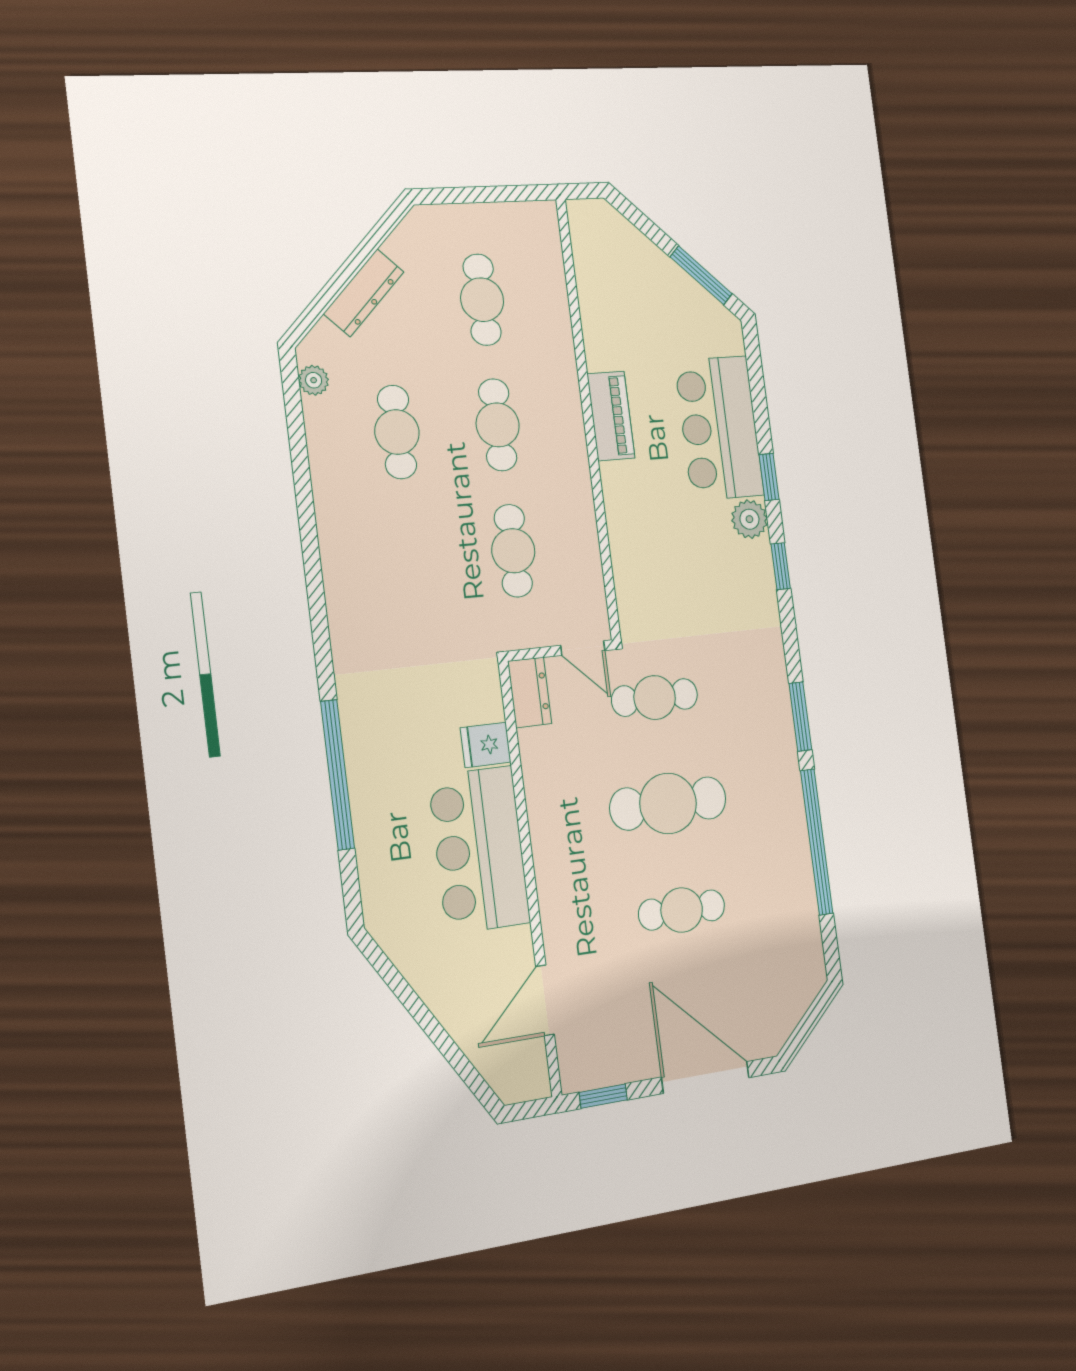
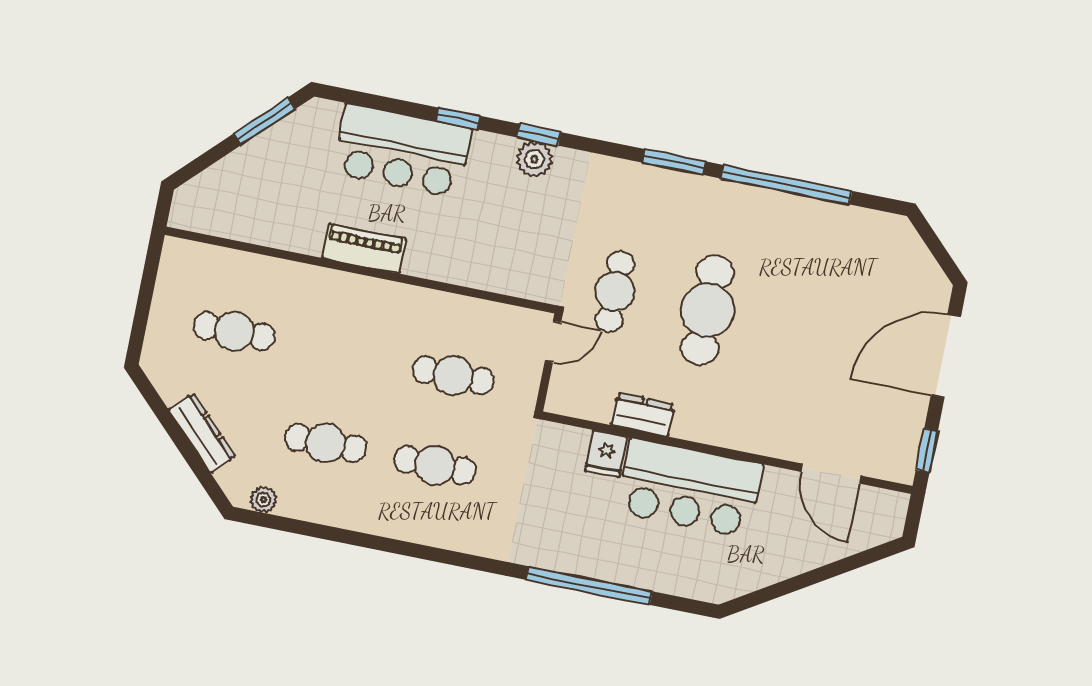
cafe table: (498, 425) -> (435, 465), moved
plant: (749, 519) -> (534, 159), moved
dresser: (530, 692) -> (643, 415), moved
cafe table: (682, 910) -> (800, 329), removed

